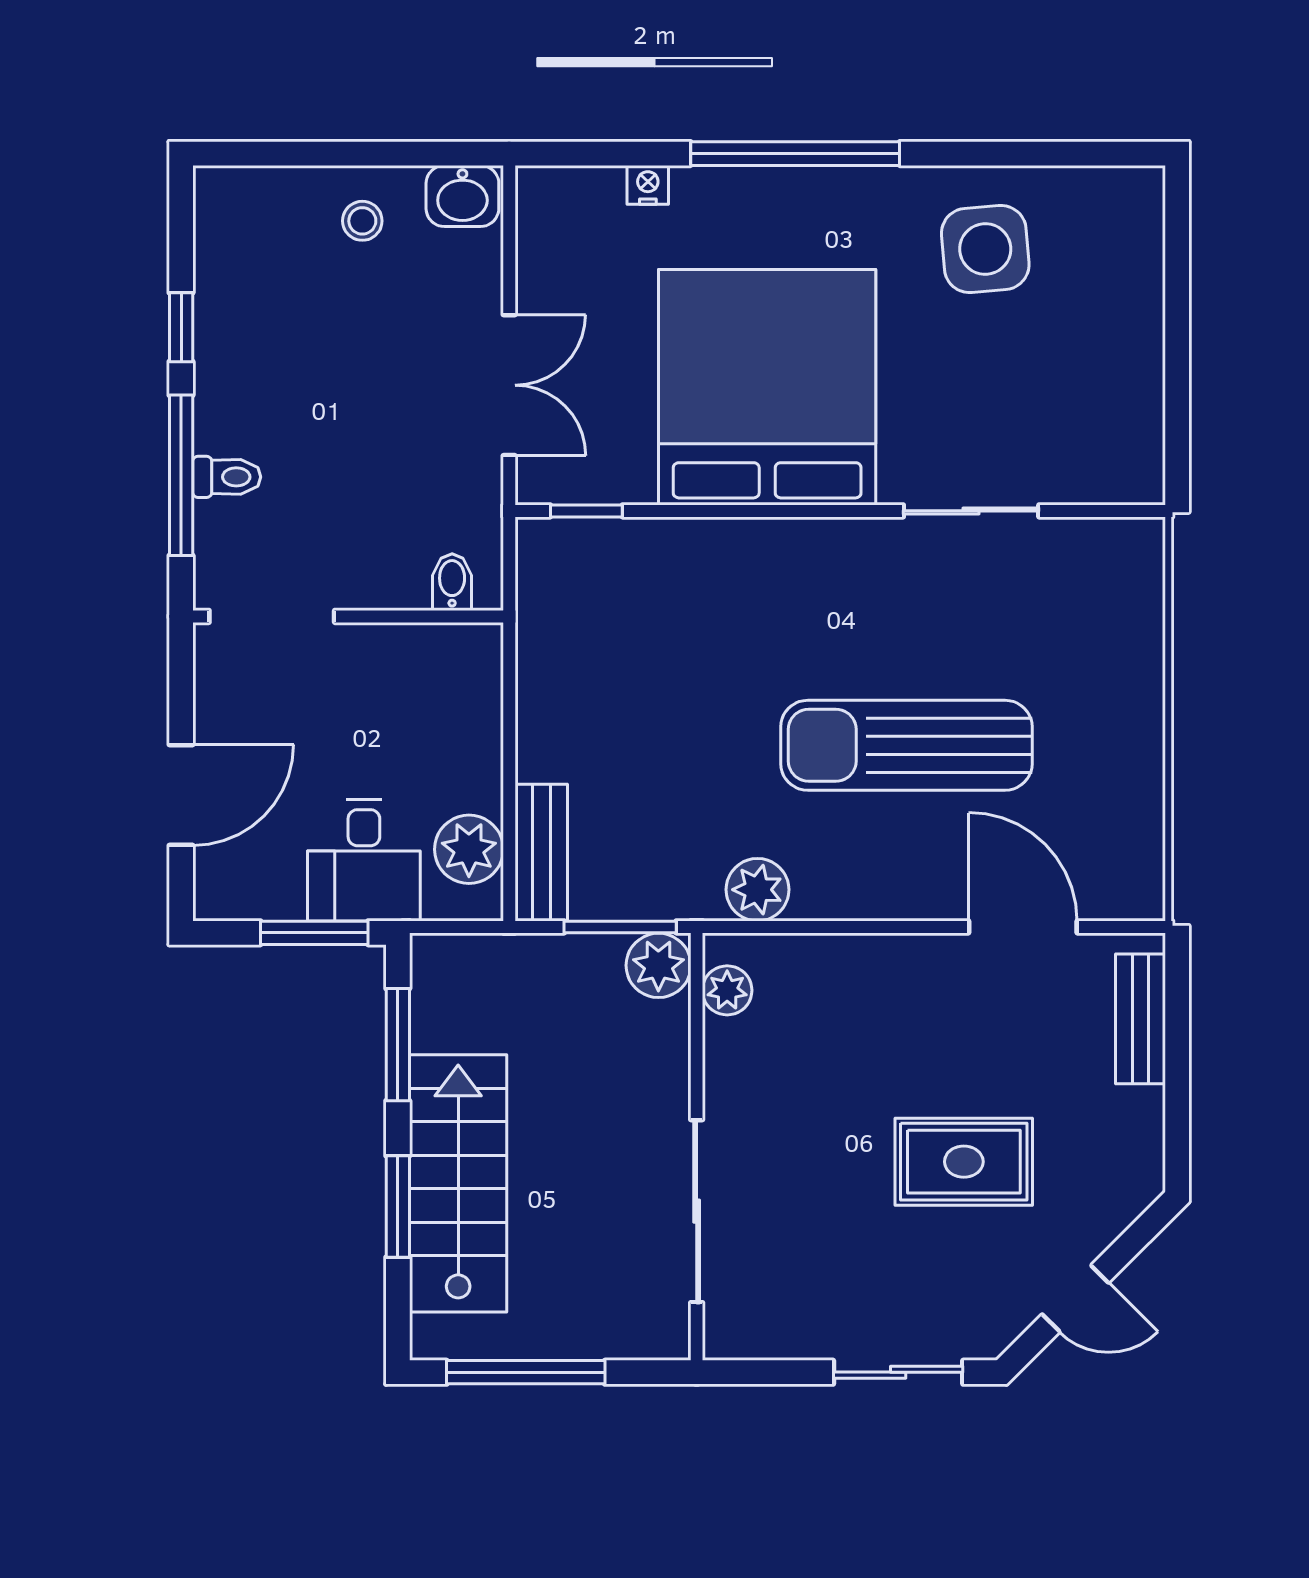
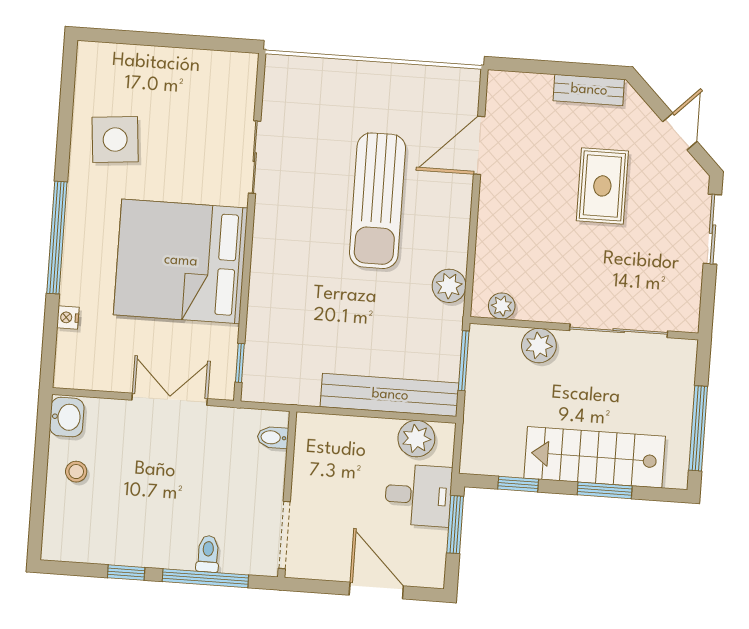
bench: (541, 853) -> (390, 395), width x1.86, depth x1.21
plant: (658, 965) -> (539, 346), moved
bench: (1141, 1019) -> (589, 90), moved
window: (398, 1045) -> (518, 484), width x0.67

